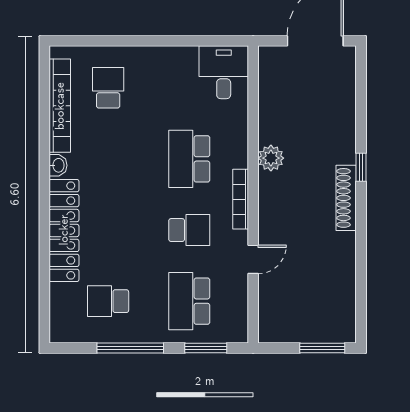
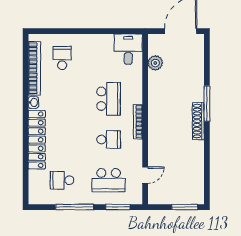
plant: (271, 158) -> (155, 63), moved
school desk: (189, 159) -> (109, 99), turned 180
window: (361, 167) -> (207, 103), width x2.17
door: (253, 259) -> (145, 175), moved
school desk: (189, 301) -> (109, 180), turned -90

